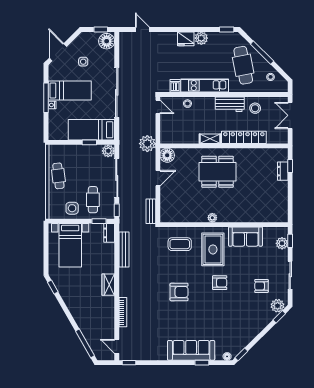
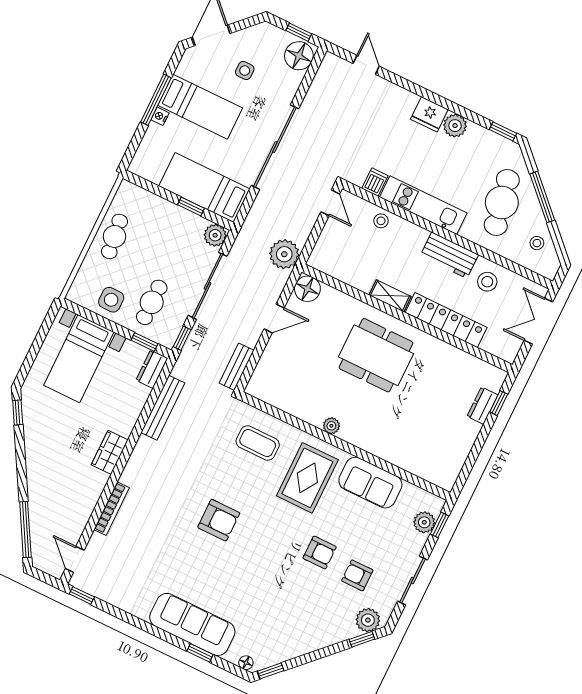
armchair: (220, 283) -> (320, 552), moved

